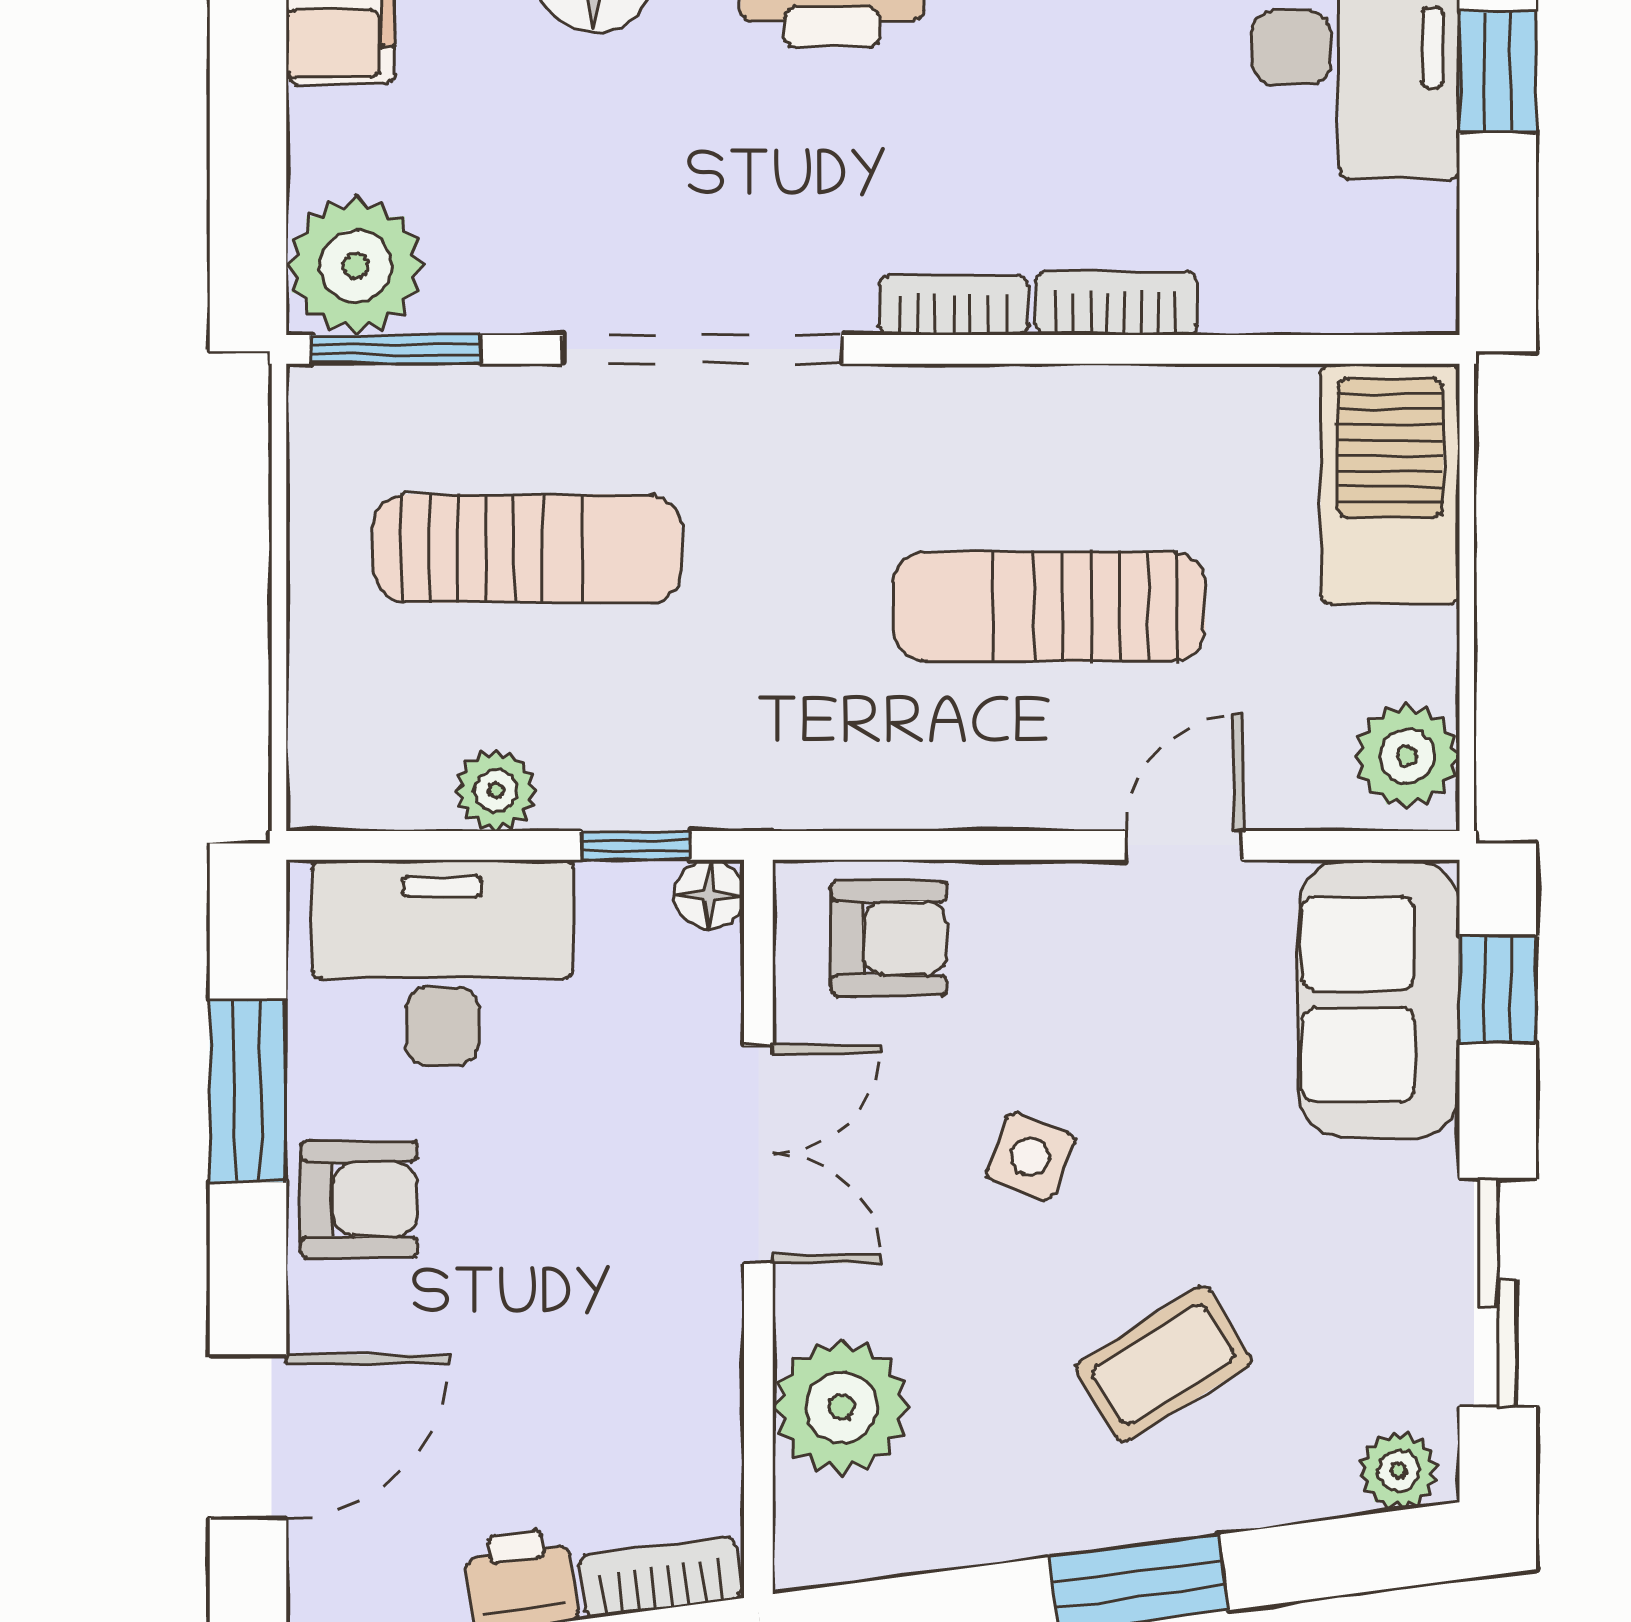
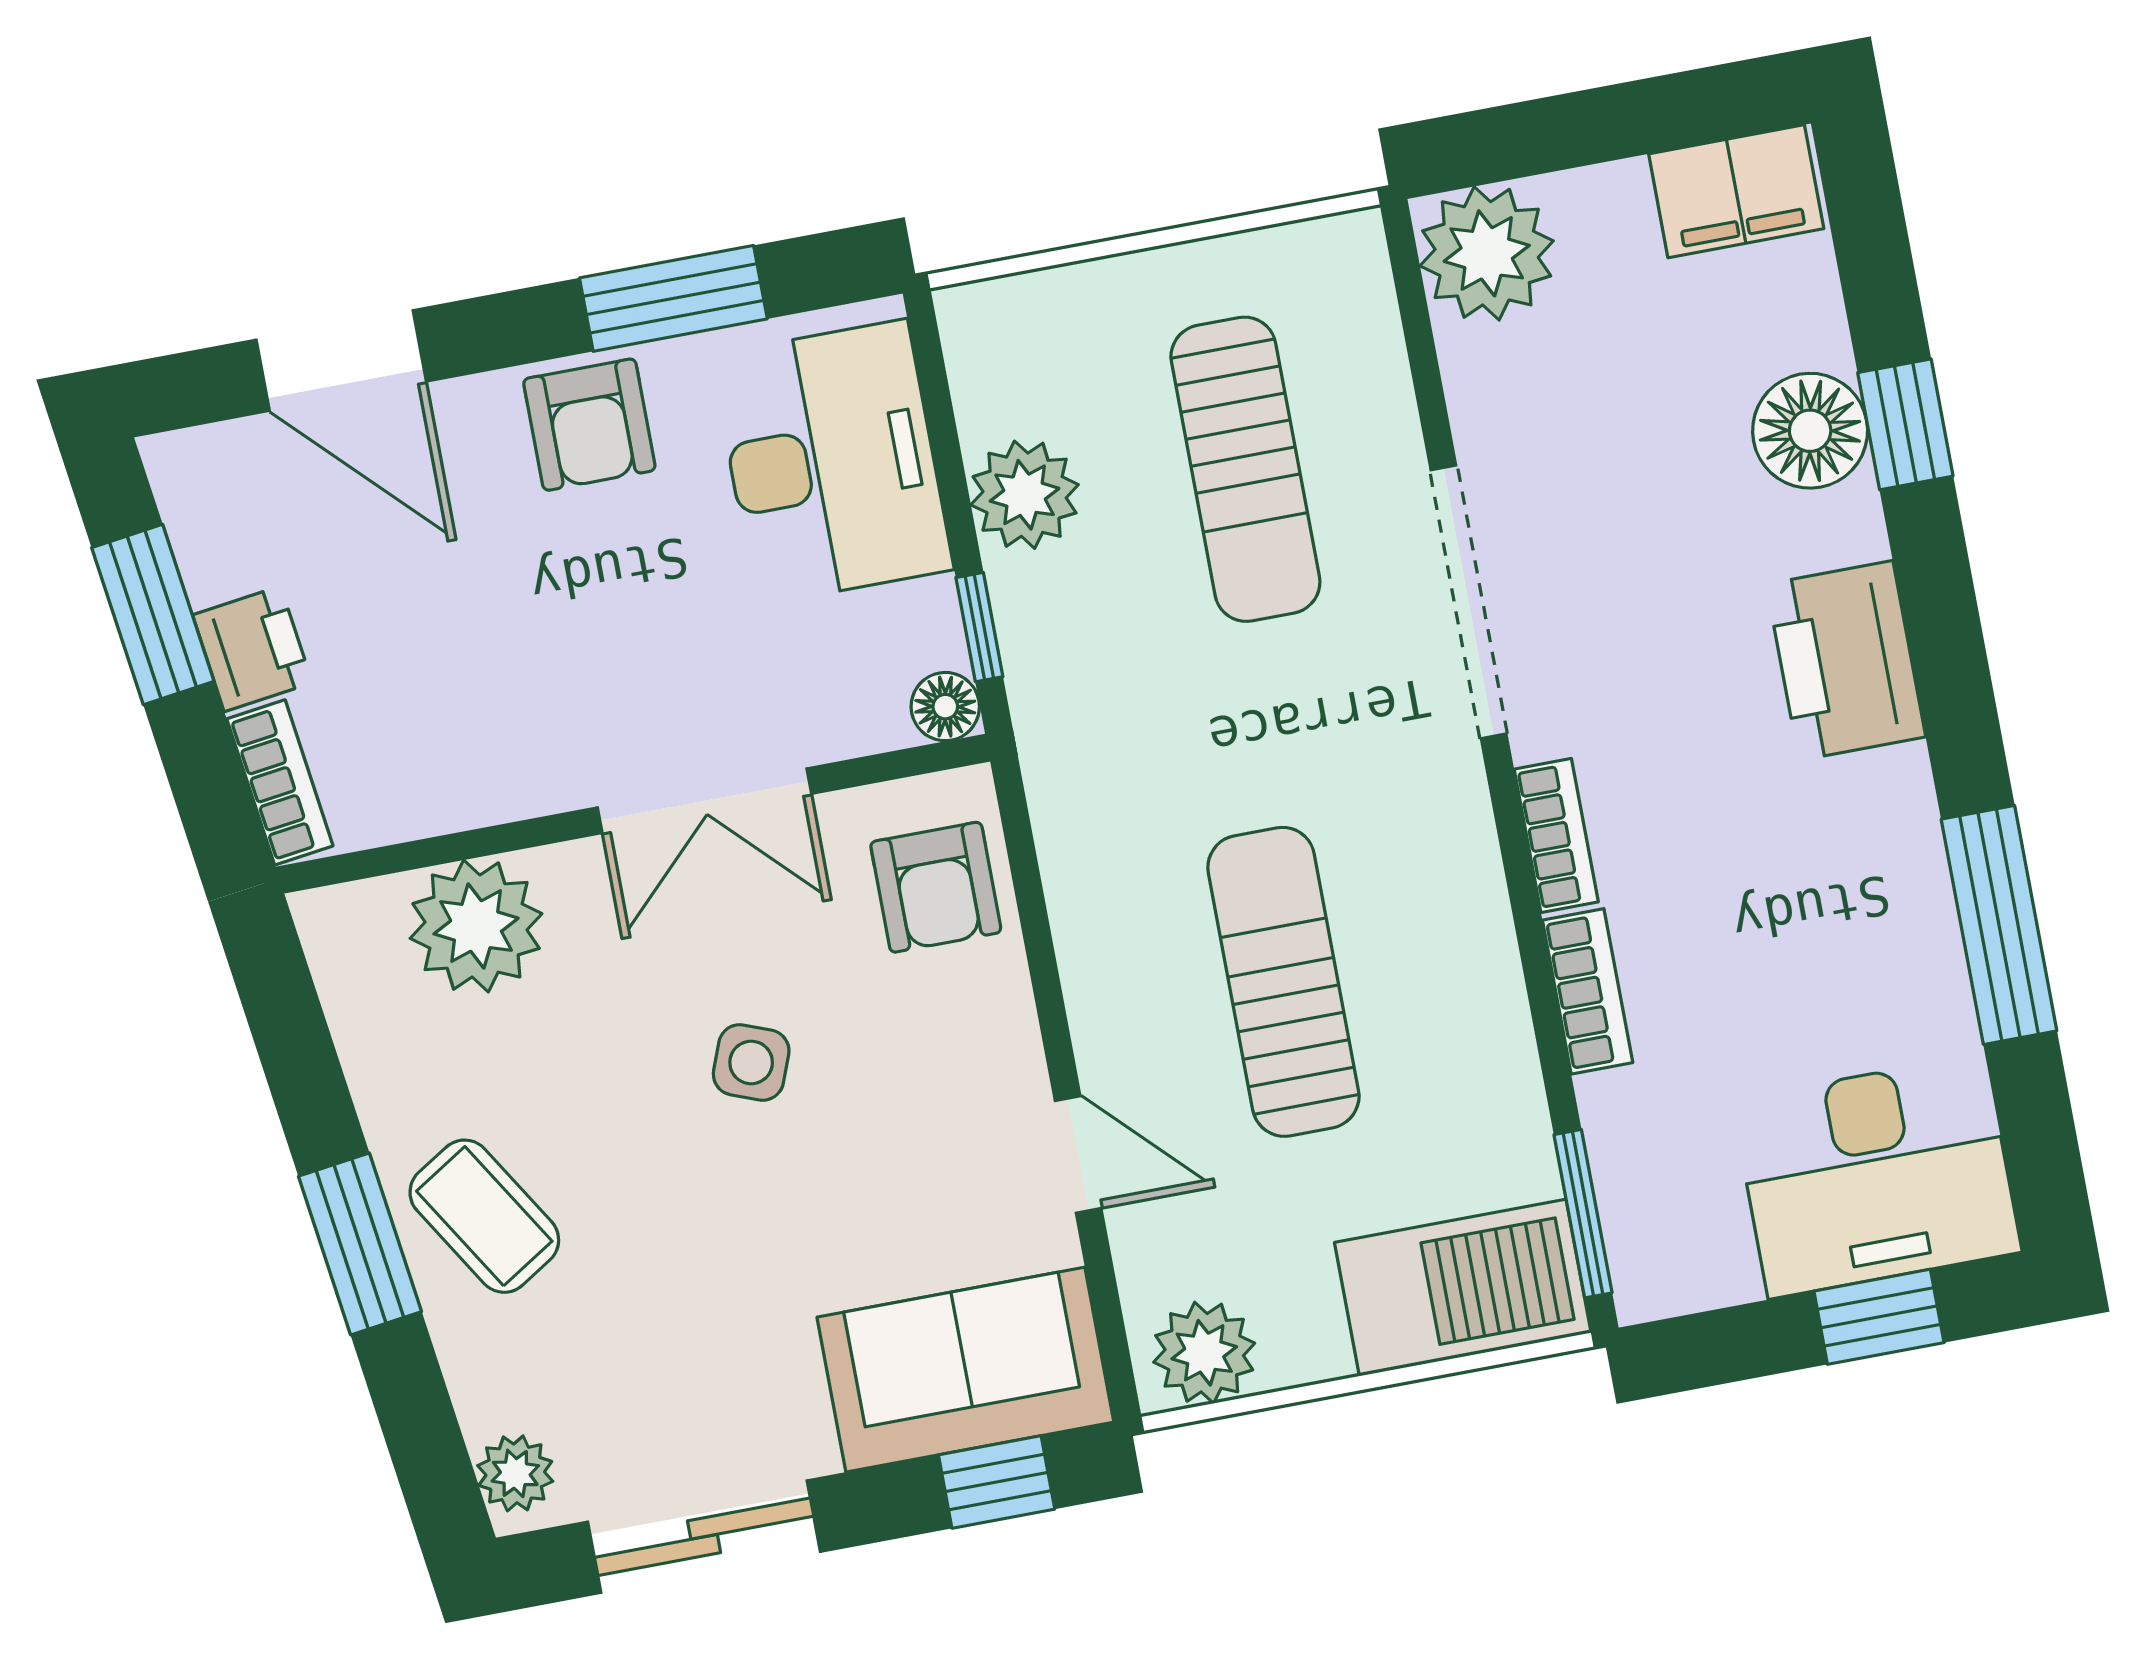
window: (396, 349) -> (1583, 1214), moved
plant: (496, 790) -> (1025, 495), width x1.38, depth x1.38
coffee table: (1163, 1364) -> (484, 1216), moved

